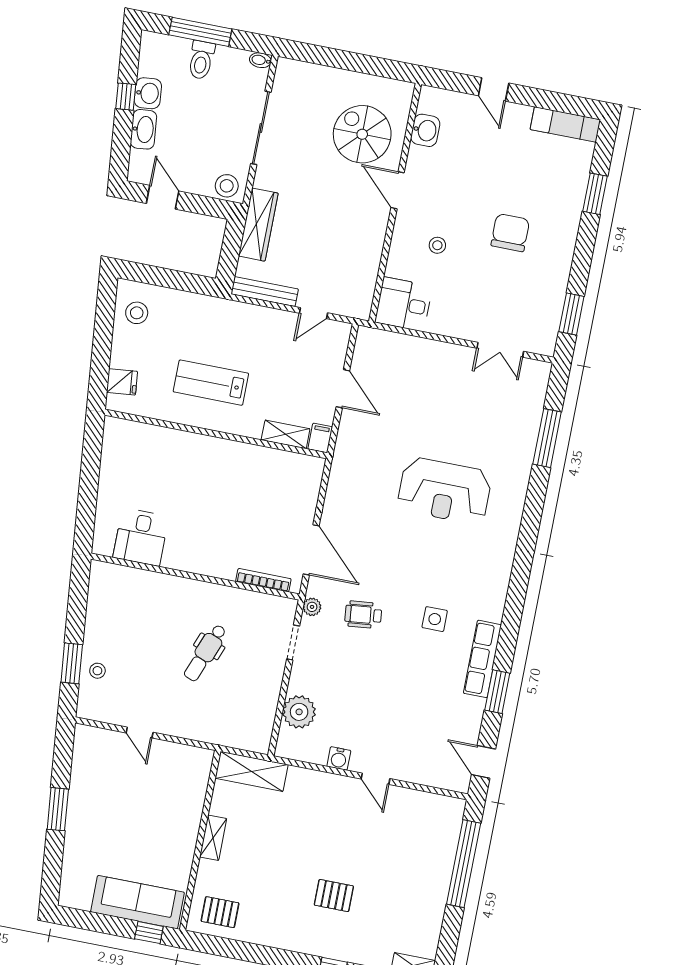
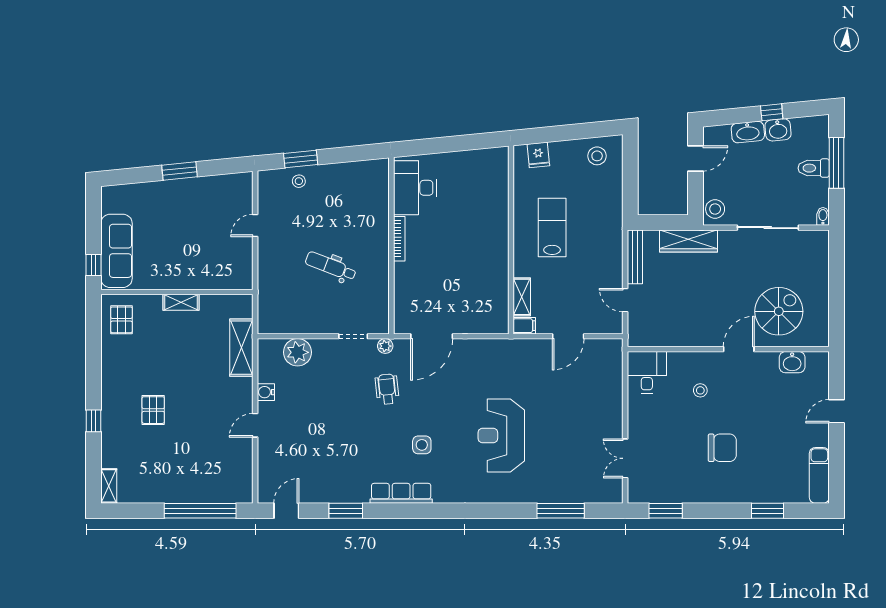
desk: (141, 537) -> (415, 188), width x1.37
bookcase: (263, 580) -> (399, 239), moved
side table: (435, 619) -> (422, 445), moved
row of seats: (482, 659) -> (401, 493), moved
shelving: (252, 771) -> (241, 348), moved

